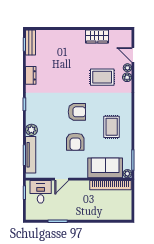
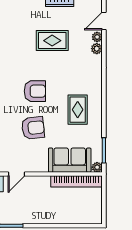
door: (133, 55) -> (104, 21), hinge flipped
rug: (102, 77) -> (52, 41), moved
armchair: (75, 142) -> (33, 128), turned -96

